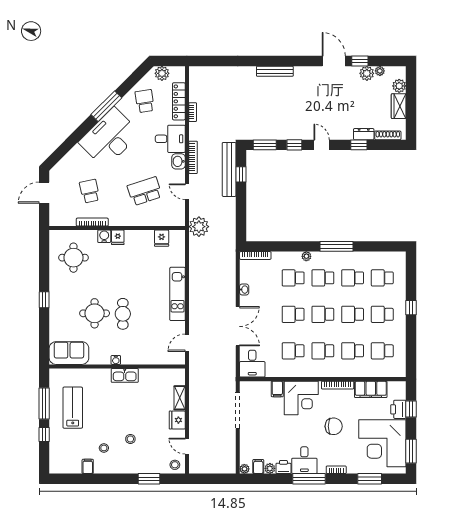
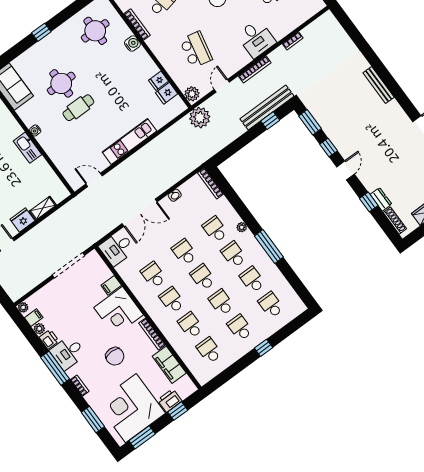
locker: (179, 101) -> (293, 23), removed
washbasin: (178, 161) -> (242, 60), removed
school desk: (145, 191) -> (196, 50), turned 30
plant: (176, 219) -> (192, 94), added
fridge: (118, 237) -> (159, 81), moved

